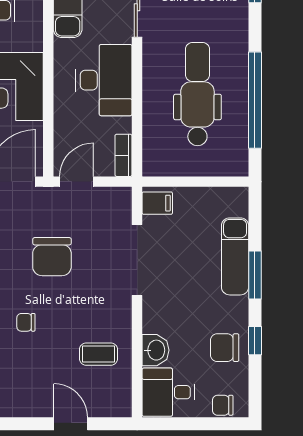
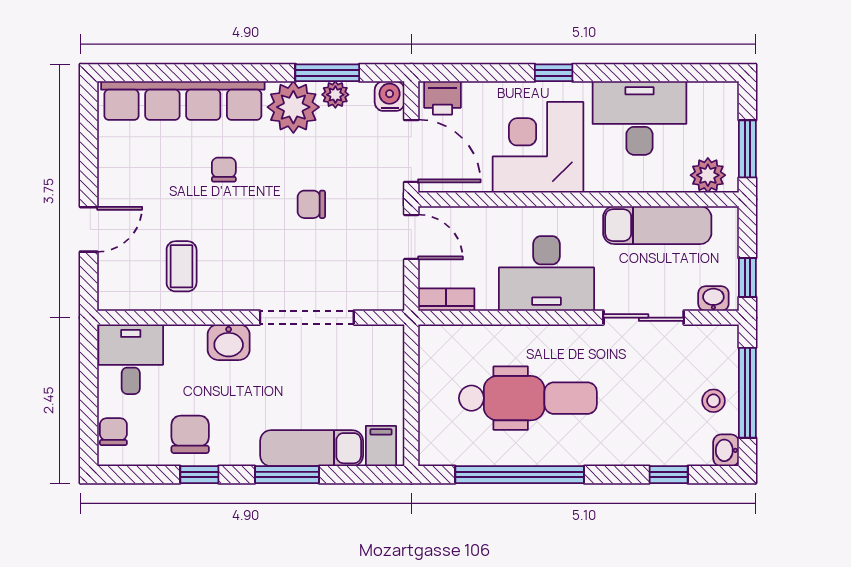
filing cabinet: (157, 203) -> (381, 446), moved, turned 180
chair: (52, 257) -> (311, 204), width x0.54, depth x0.54
washbasin: (155, 350) -> (229, 342), moved

